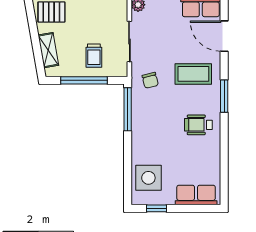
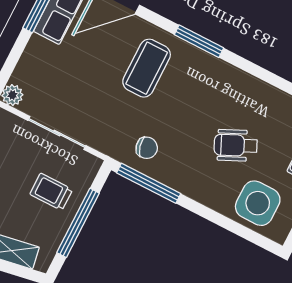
trolley: (94, 56) -> (51, 192), turned 180
chair: (150, 80) -> (147, 148), moved
wheelchair: (198, 125) -> (236, 145), moved, turned 65

